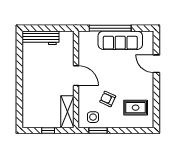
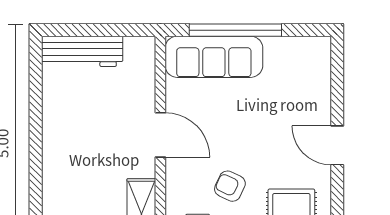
sofa: (120, 40) -> (214, 57), moved
door: (156, 64) -> (337, 145), moved

